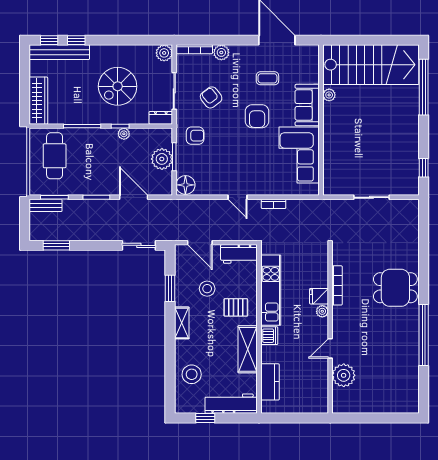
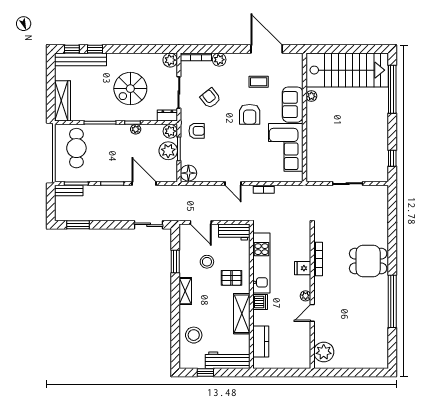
plant: (164, 136) -> (170, 131), added
plant: (322, 311) -> (306, 296), moved
plant: (344, 375) -> (324, 352), moved

